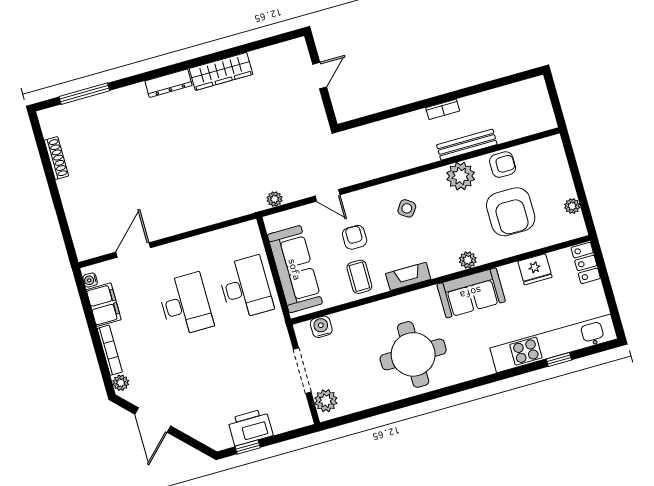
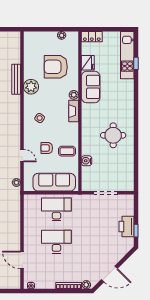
armchair: (503, 165) -> (31, 64), removed
door: (328, 195) -> (22, 156), hinge flipped
armchair: (511, 212) -> (56, 67), turned 180
fireplace: (408, 276) -> (74, 111), moved
sofa: (471, 293) -> (91, 87), moved
filing cabinet: (104, 305) -> (45, 282), removed
water cooler: (321, 327) -> (87, 161), moved
kitchen unit: (554, 343) -> (127, 55), width x0.73
round table: (413, 354) -> (113, 135), width x0.73, depth x0.73
plant: (326, 401) -> (124, 185), removed

